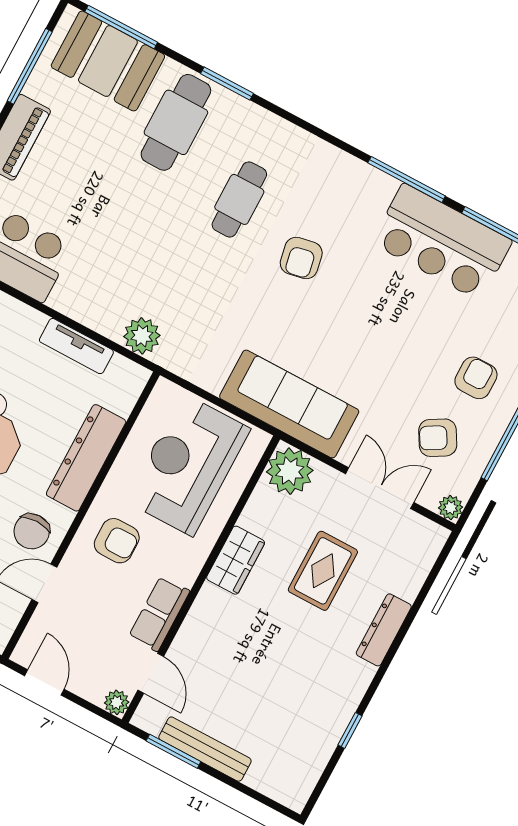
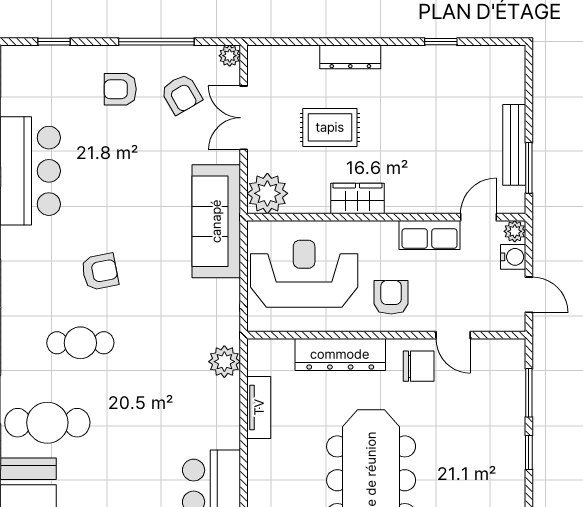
reception desk: (188, 465) -> (304, 274), turned 180
door: (44, 682) -> (529, 295), swing flipped
water cooler: (91, 687) -> (513, 257), added

